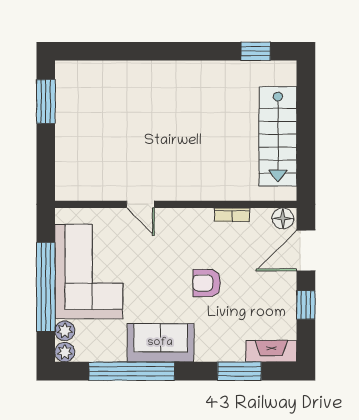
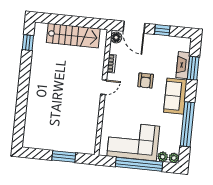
window: (46, 101) -> (64, 157), moved
door: (140, 204) -> (104, 87), moved
sofa: (160, 343) -> (175, 96), moved
fireplace: (271, 351) -> (183, 65), moved

